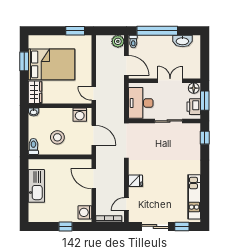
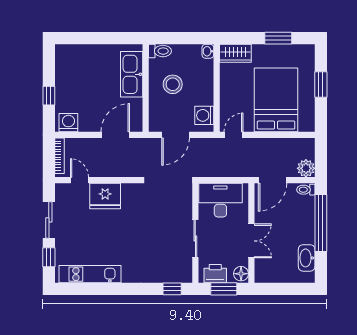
window: (75, 31) -> (321, 85), moved
bed: (51, 64) -> (276, 100), moved, turned 180
fridge: (135, 181) -> (105, 196), width x1.88, depth x1.34
kitchen sink: (36, 186) -> (132, 74), moved, turned 90

